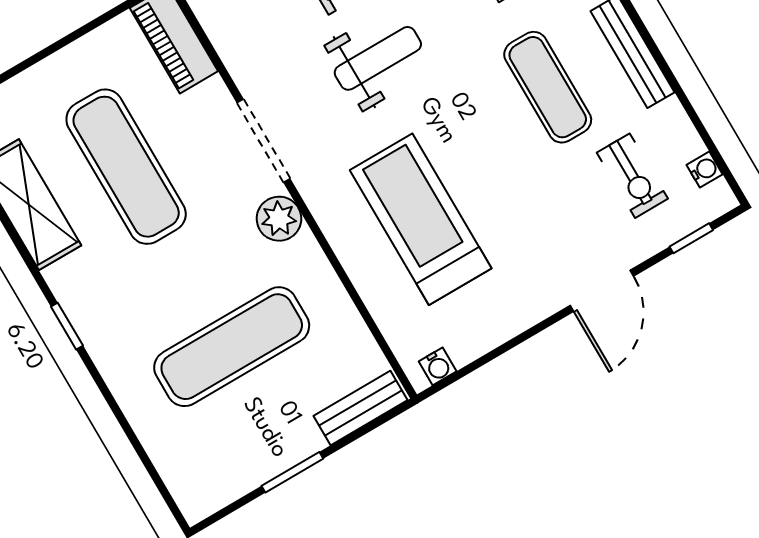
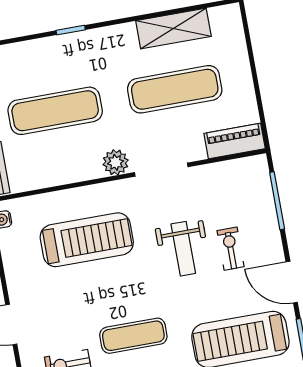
window: (67, 326) -> (71, 30), moved
exercise mat: (232, 347) -> (55, 111), turned 90

